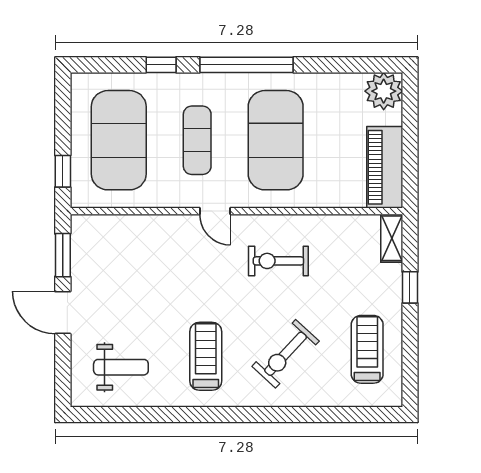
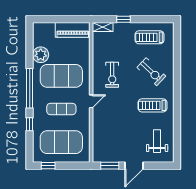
plant: (384, 91) -> (41, 55), moved
window: (63, 171) -> (48, 166), moved

